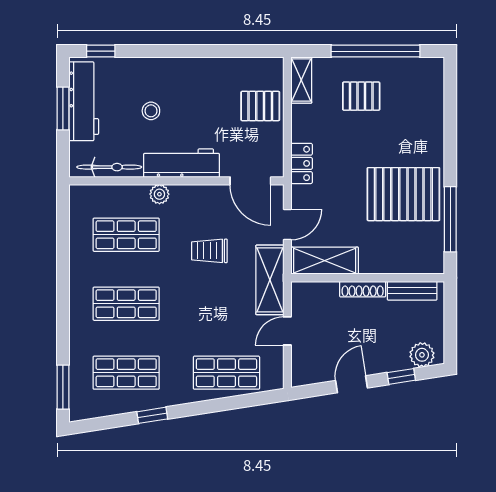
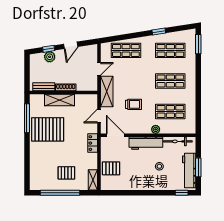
shelving: (325, 261) -> (60, 100), moved
plant: (422, 355) -> (50, 57), moved

